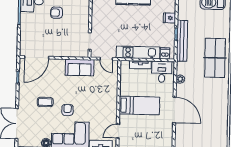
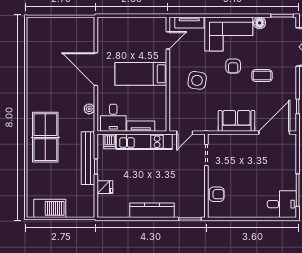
armchair: (57, 13) -> (217, 194), moved
door: (106, 59) -> (185, 133), swing flipped
sofa: (80, 67) -> (237, 121), moved
side table: (96, 99) -> (197, 80), added

